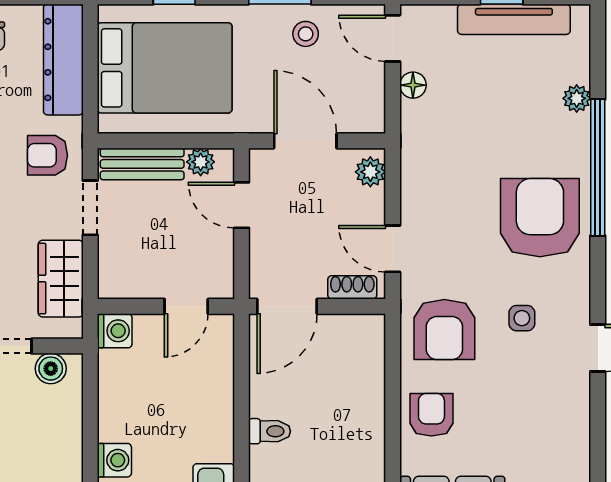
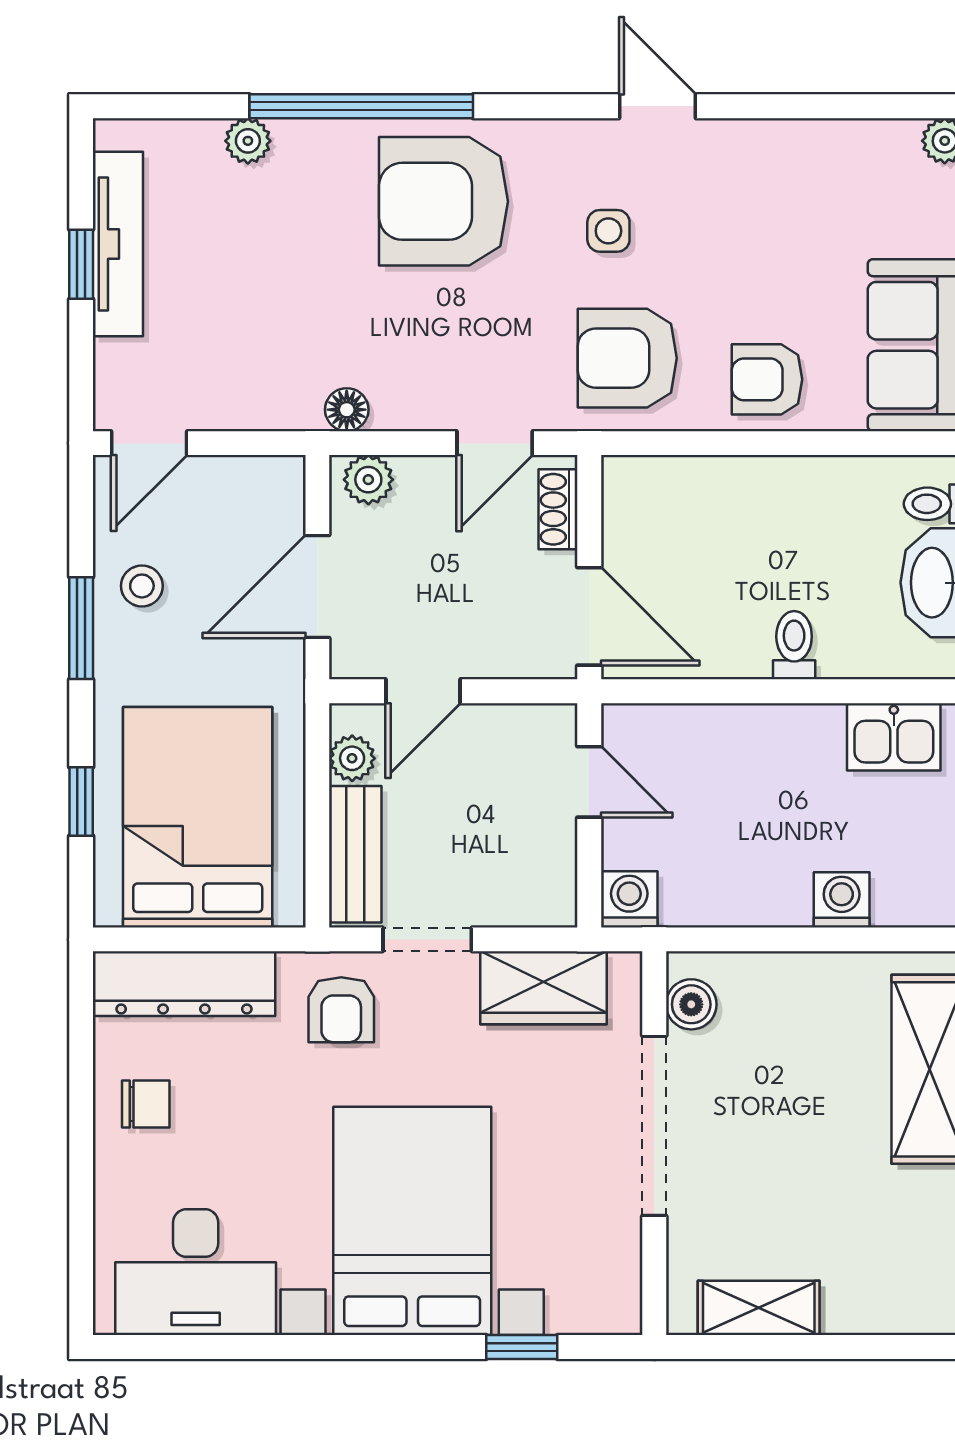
floor lamp: (413, 85) -> (347, 410), moved
armchair: (444, 330) -> (627, 358), turned 180

